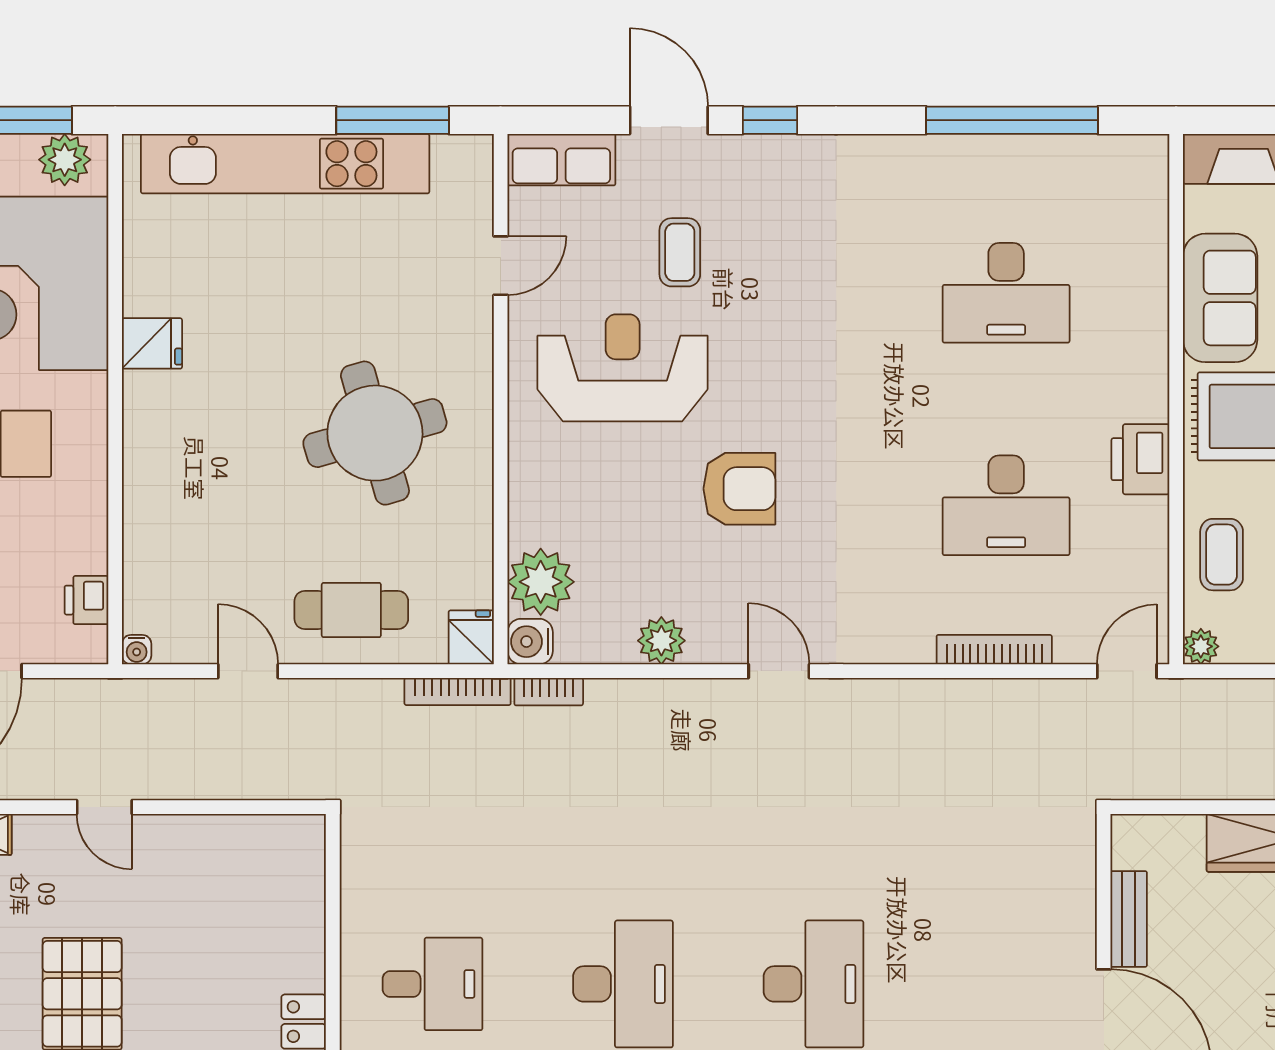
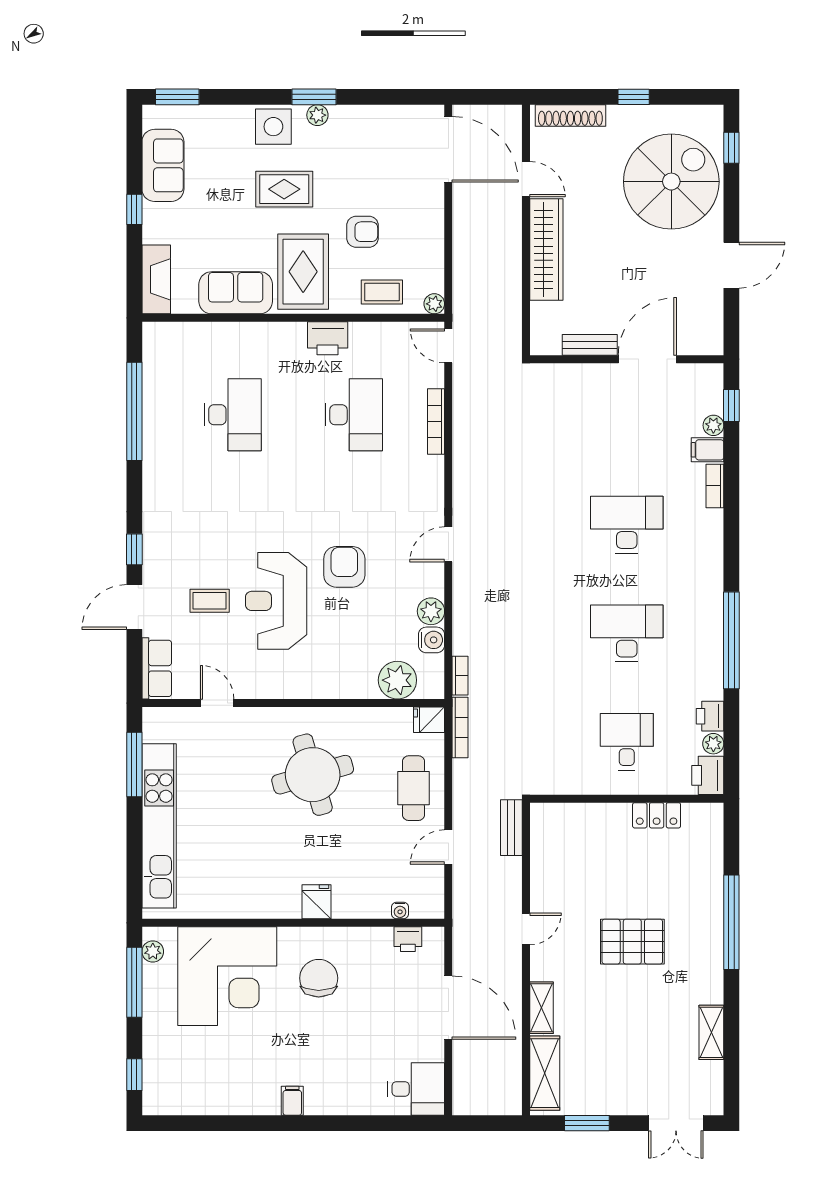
plant: (65, 160) -> (153, 952), width x0.73, depth x0.73
fridge: (152, 343) -> (317, 902), moved
reception desk: (623, 368) -> (276, 601), moved
water cooler: (530, 642) -> (432, 640), moved, turned -90
water cooler: (137, 650) -> (400, 911), moved, turned 90
bench: (282, 782) -> (511, 828), added

